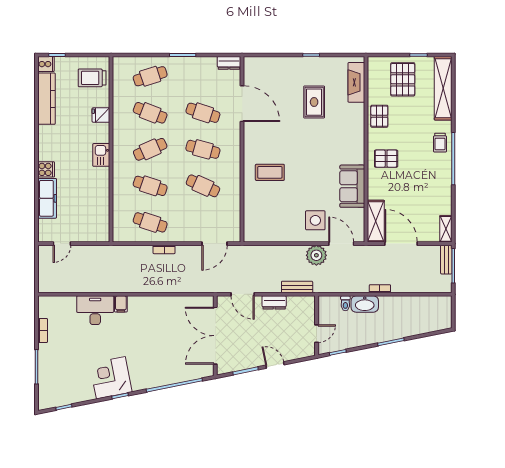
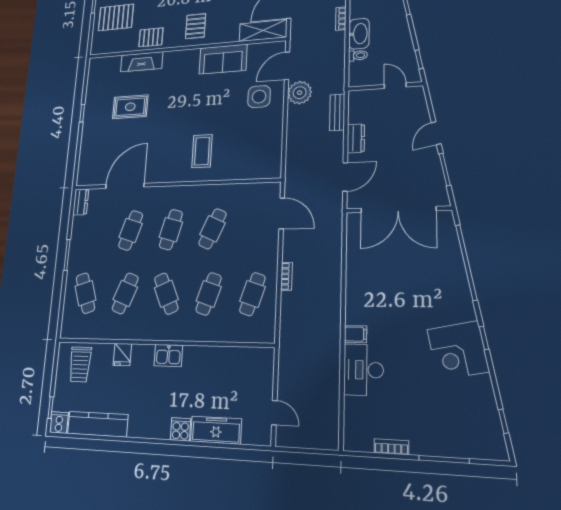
fireplace: (356, 82) -> (142, 62), moved

